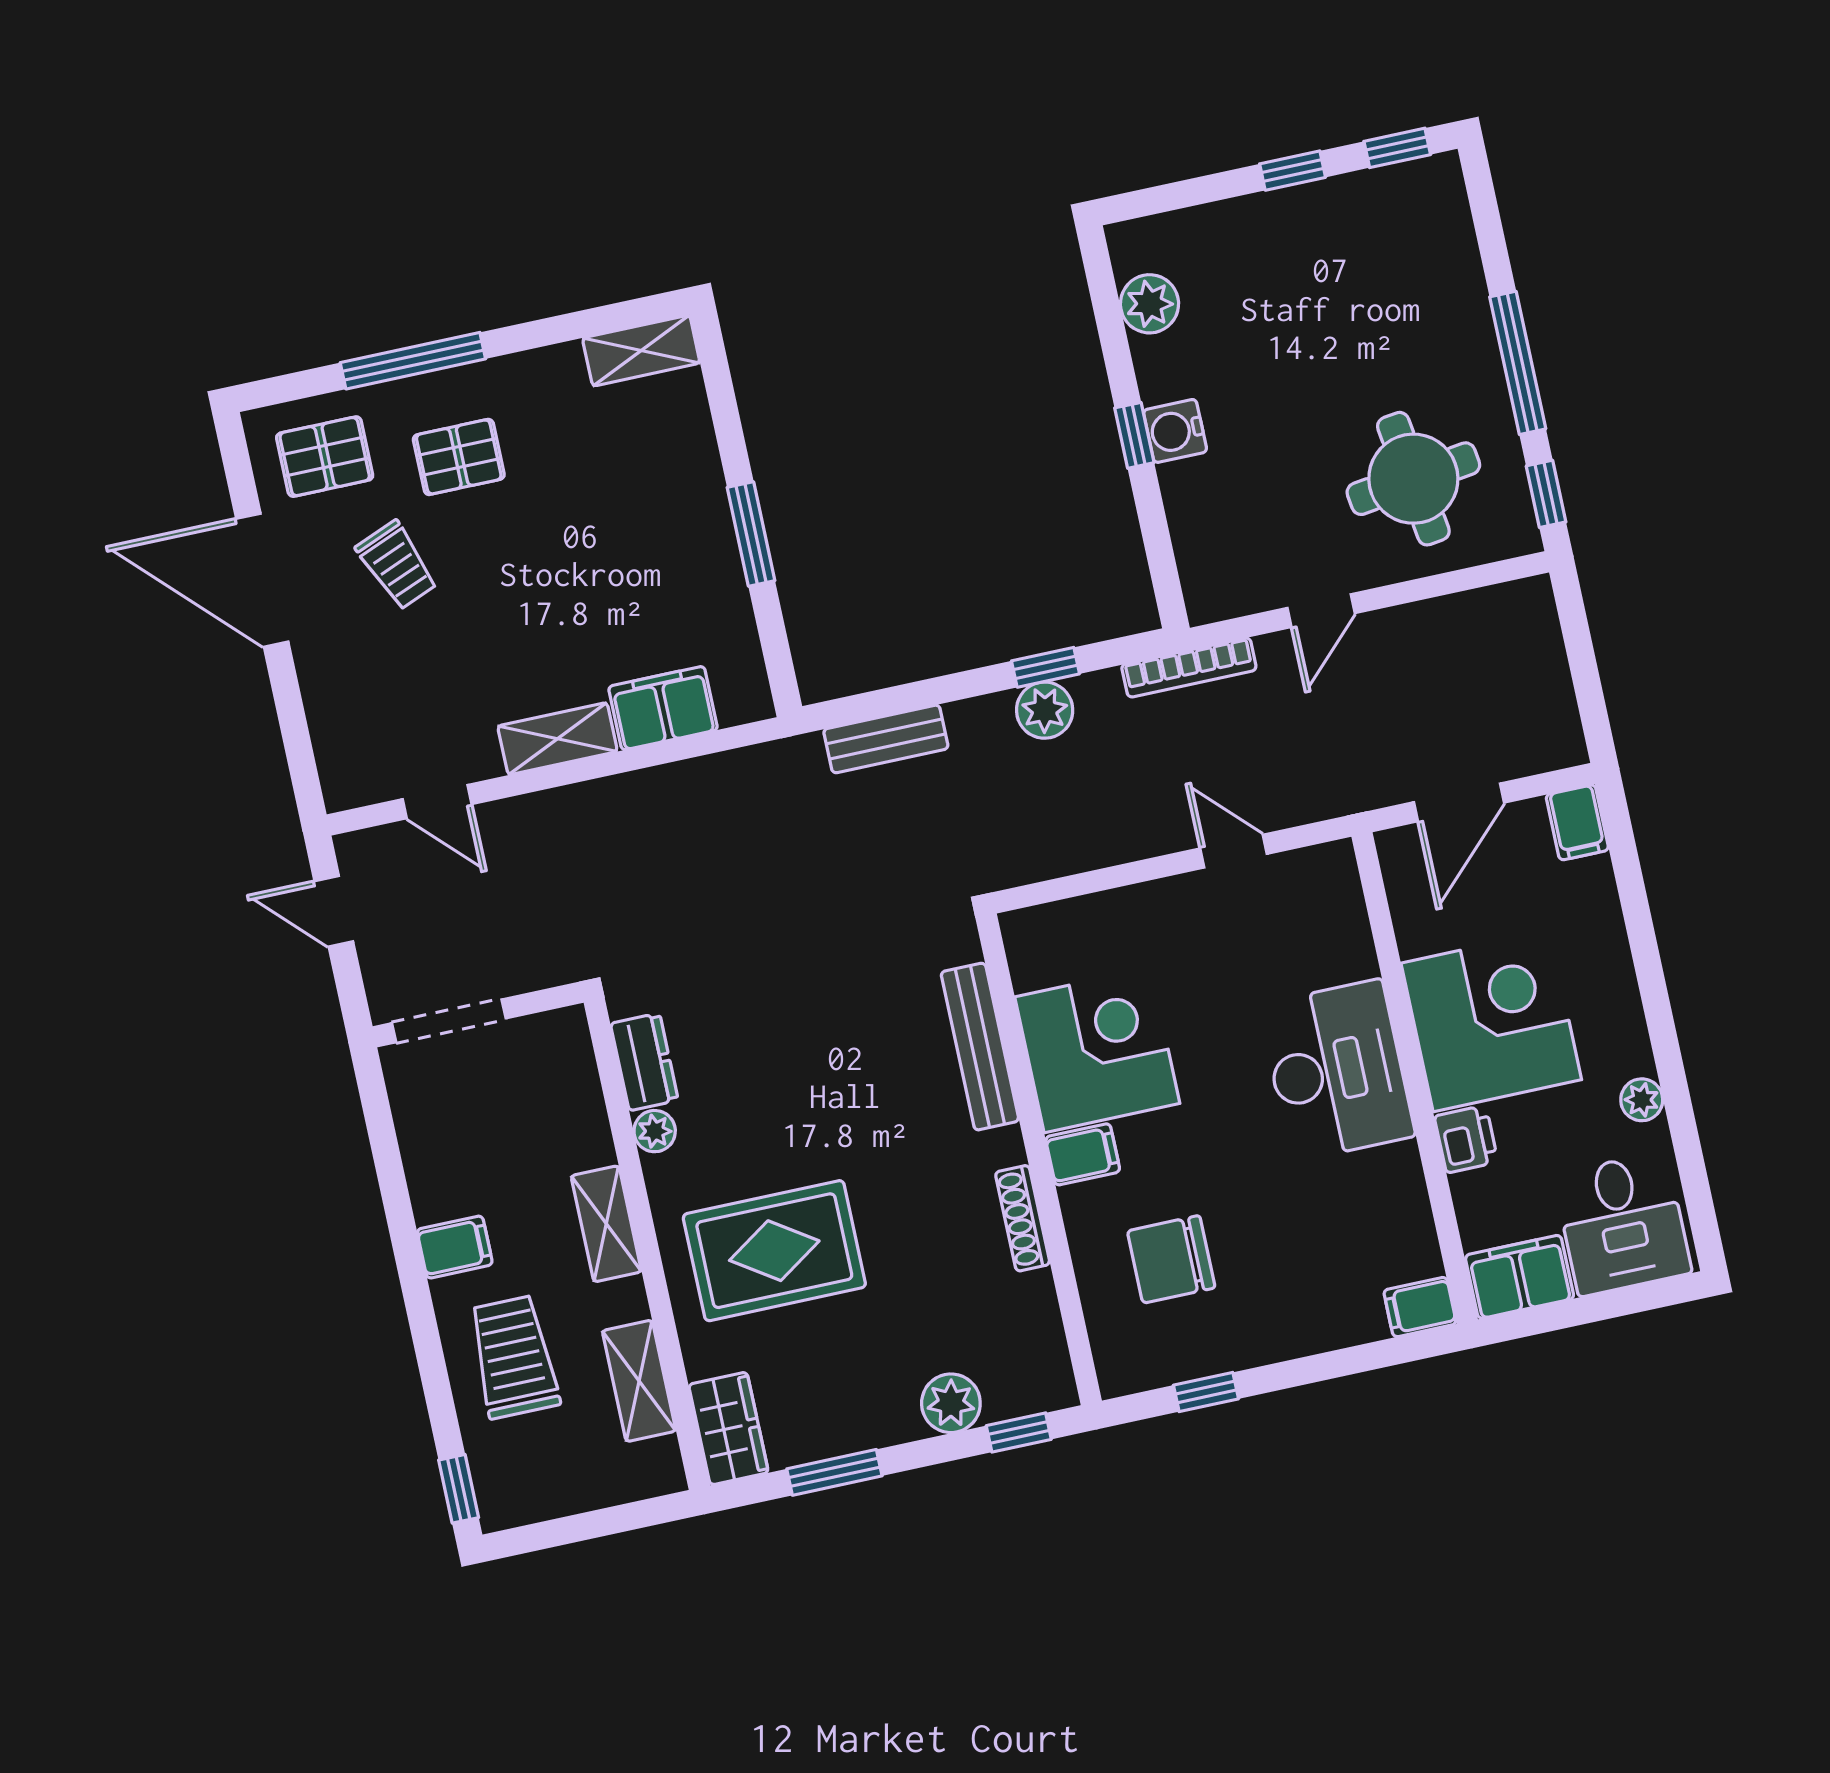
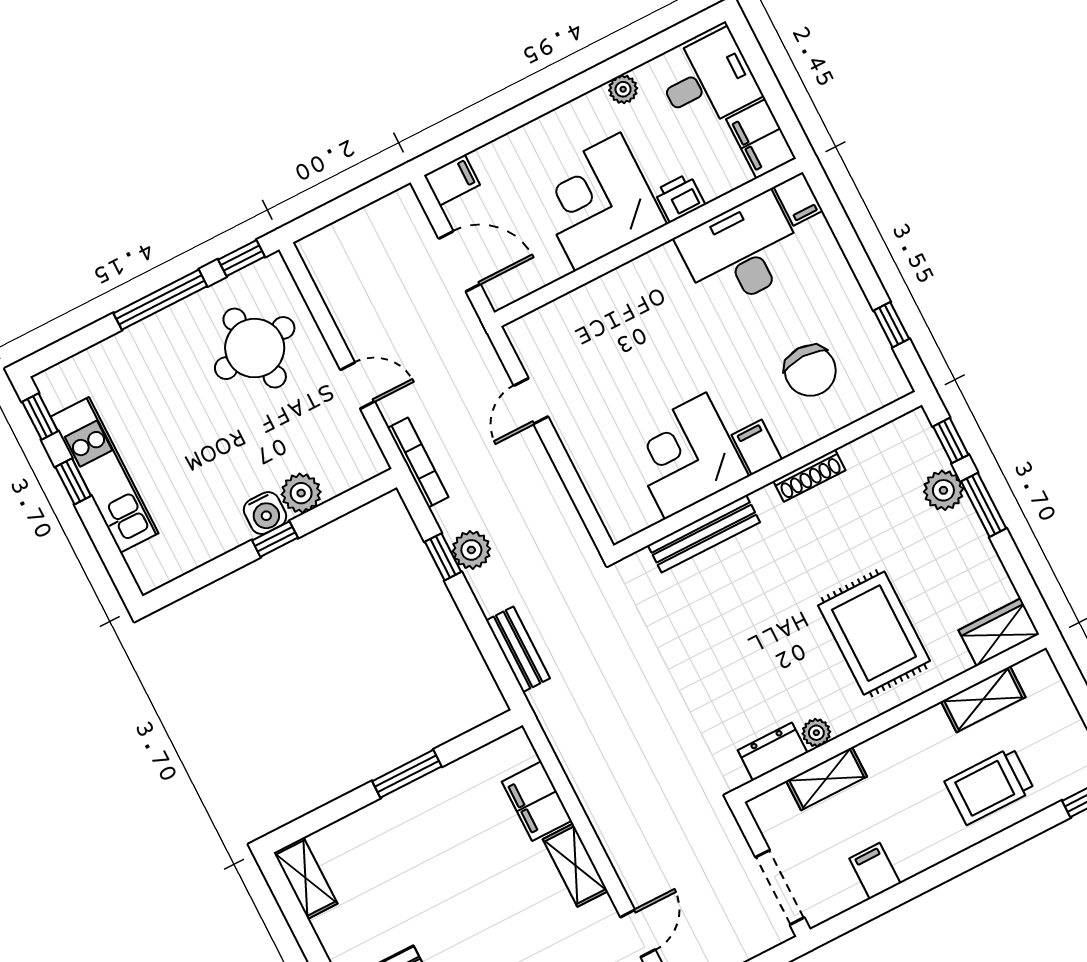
kitchen unit: (1290, 217) -> (105, 475), added
plant: (1150, 304) -> (301, 493), moved
desk: (1337, 1070) -> (741, 252), moved
shelving: (606, 1224) -> (827, 779), moved
filing cabinet: (455, 1247) -> (875, 871), moved
window: (834, 1472) -> (984, 505), moved

